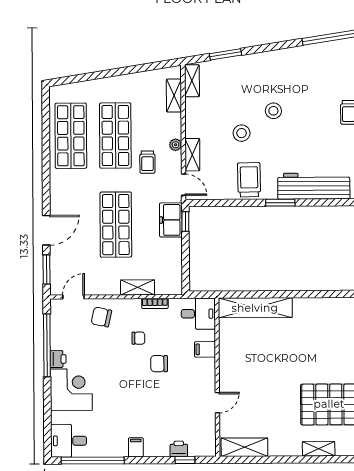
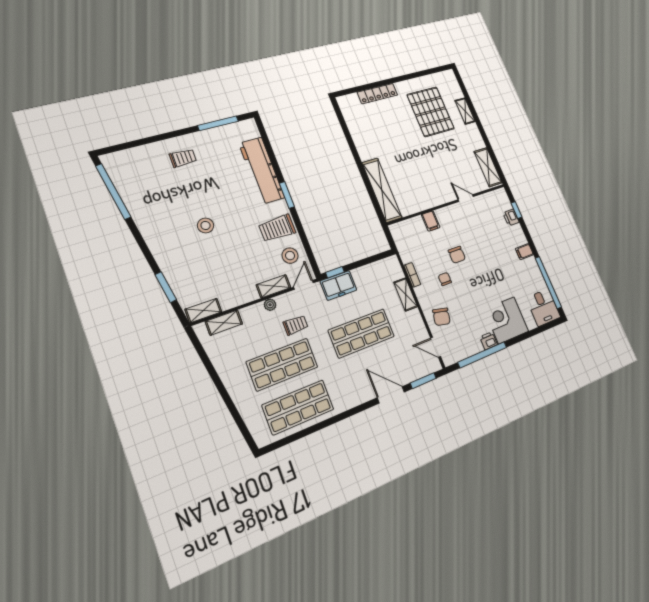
stool: (242, 133) -> (290, 256), moved
desk: (198, 314) -> (406, 236), removed

